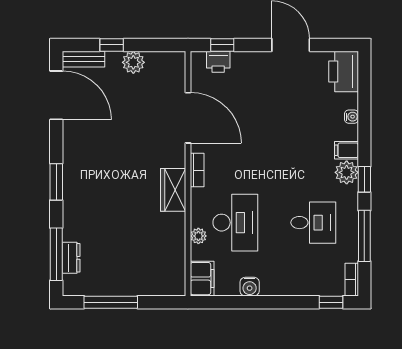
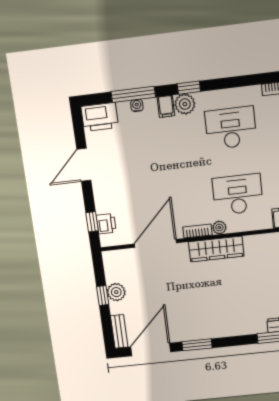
window: (112, 45) -> (103, 296), moved
window: (56, 182) -> (197, 345), moved
wardrobe: (173, 190) -> (216, 249), width x1.50
desk: (313, 223) -> (231, 128), width x1.37
plant: (198, 236) -> (219, 228), moved
window: (364, 236) -> (133, 94), moved

